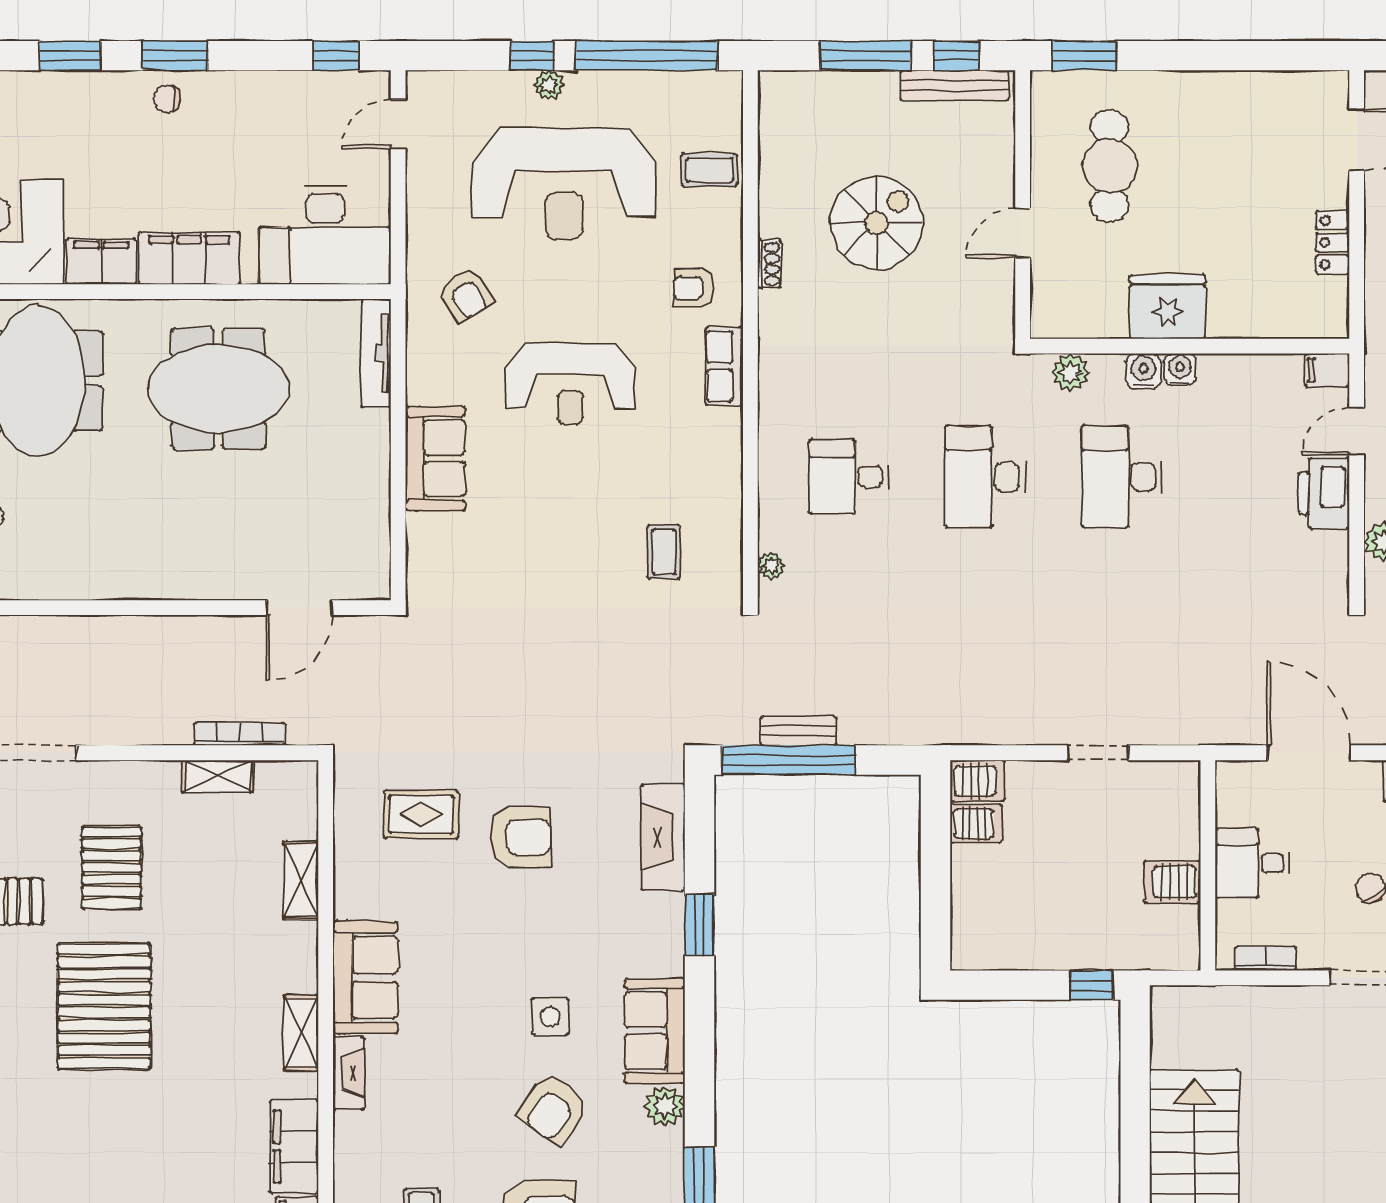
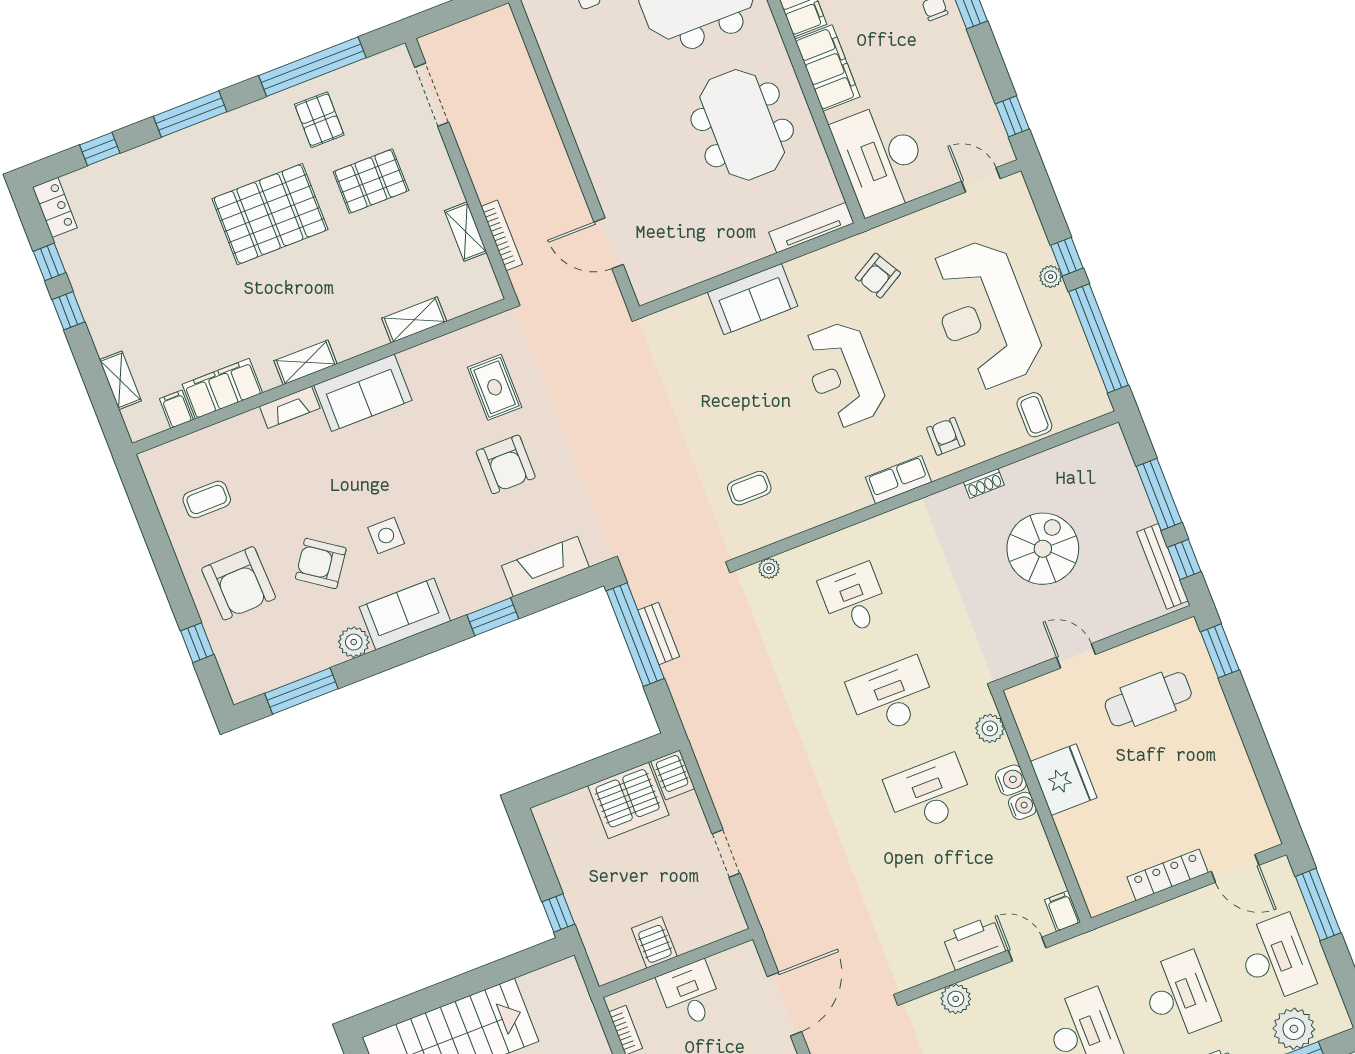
spiral stairs: (877, 223) -> (1043, 549), turned -90
locker: (1333, 242) -> (1168, 875), width x1.53
server rack: (976, 824) -> (628, 800), width x2.18, depth x1.44

